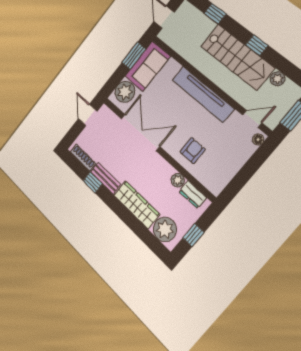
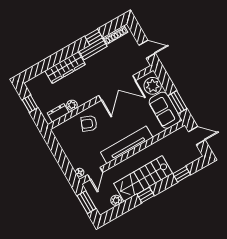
armchair: (193, 151) -> (89, 123), turned 112
plant: (165, 229) -> (40, 84), removed

